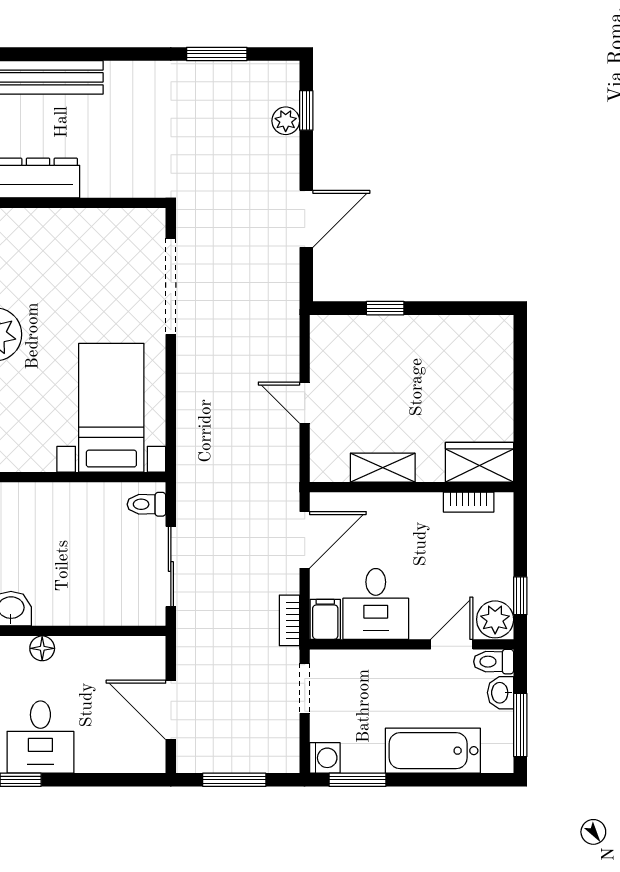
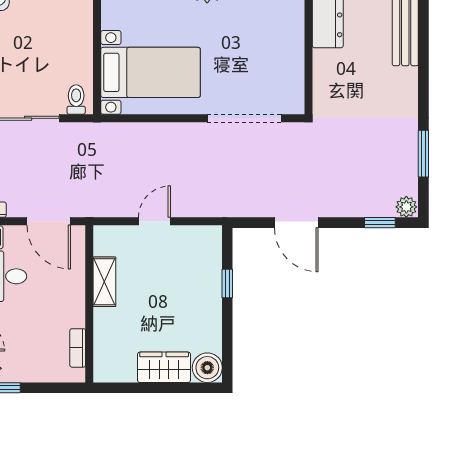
plant: (286, 121) -> (406, 207), moved
boiler: (494, 334) -> (207, 368), added
wardrobe: (479, 462) -> (164, 367), moved, turned -90

